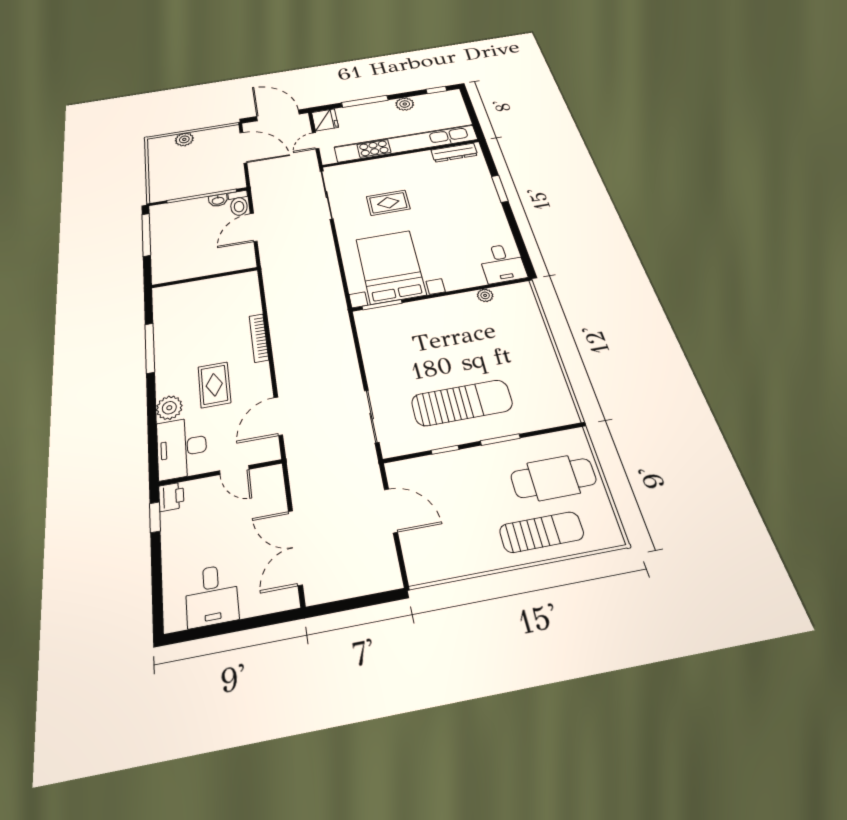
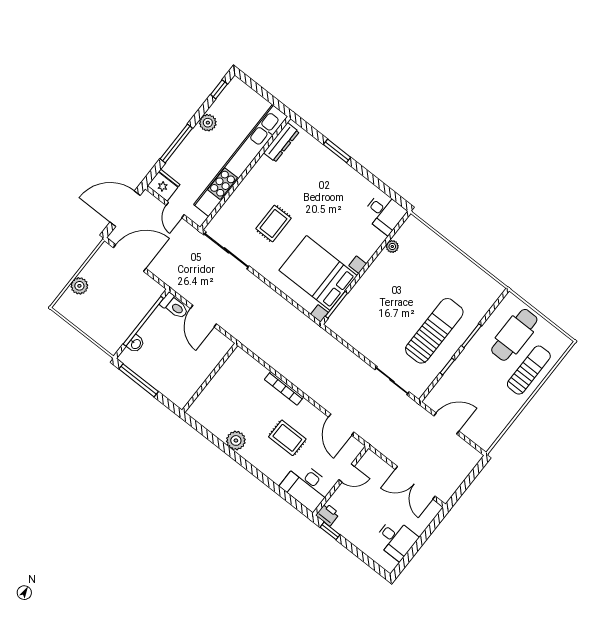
washbasin: (218, 200) -> (136, 344), moved
window: (150, 348) -> (226, 449), removed
plant: (169, 408) -> (236, 440), moved

